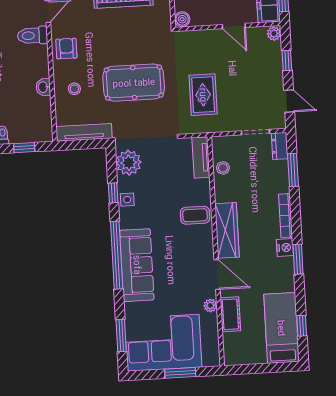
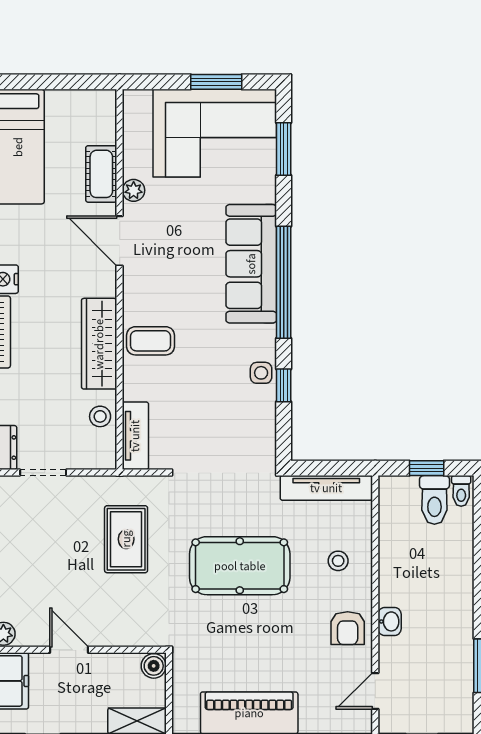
toilet: (32, 35) -> (434, 500), moved, turned 90
washbasin: (43, 87) -> (390, 621), moved
plant: (129, 163) -> (255, 434), removed
wardrobe: (227, 230) -> (99, 344), moved
window: (180, 373) -> (216, 82), moved

